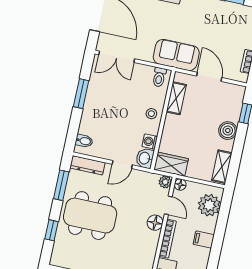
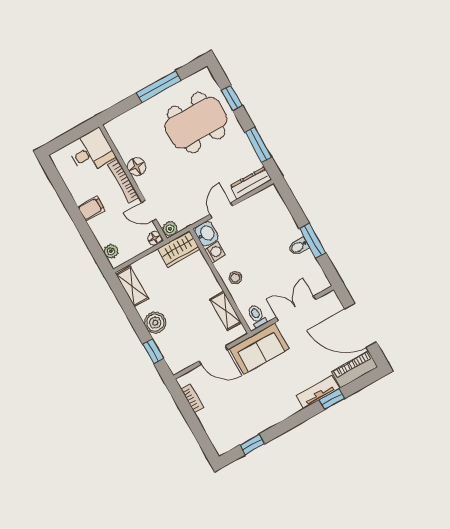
double door: (117, 57) -> (296, 309), moved
bidet: (84, 141) -> (299, 247), moved
plant: (209, 205) -> (111, 251), width x0.53, depth x0.53
dining table: (90, 216) -> (196, 123), moved
floor lamp: (155, 223) -> (137, 167), moved

